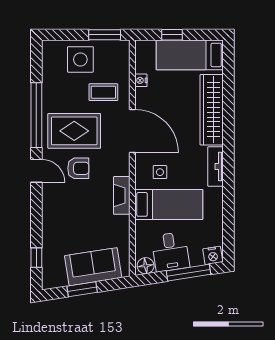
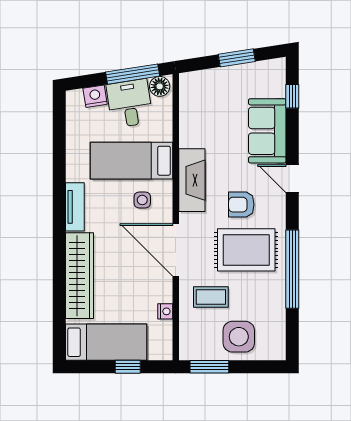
door: (36, 171) -> (292, 179), moved
fireplace: (122, 195) -> (192, 180), width x1.37, depth x1.32
nightstand: (213, 255) -> (95, 96), moved
sofa: (93, 267) -> (267, 131), moved, turned 99
window: (189, 273) -> (133, 74), moved

